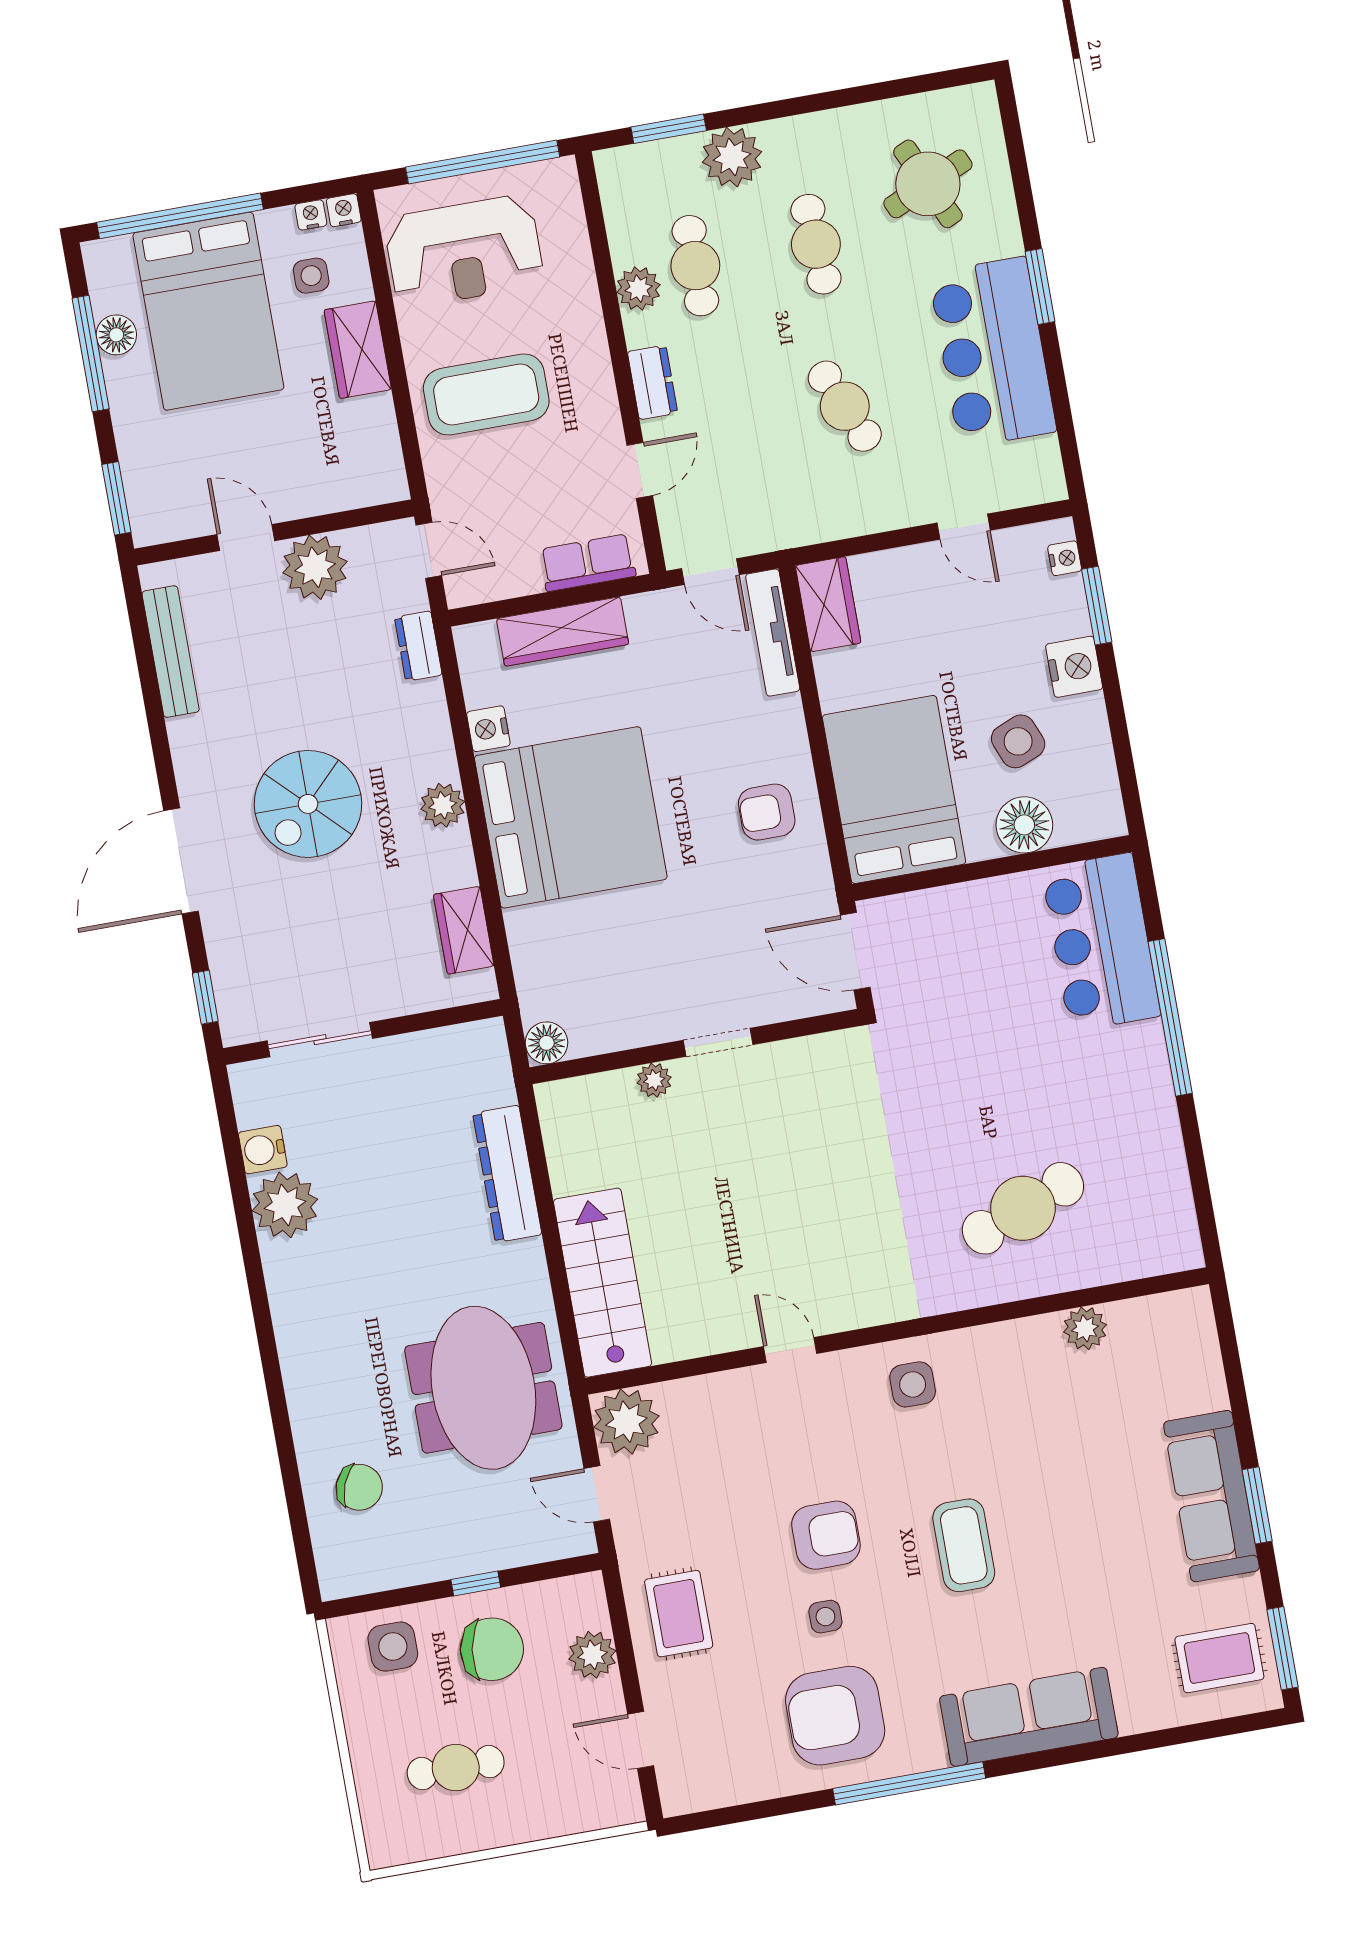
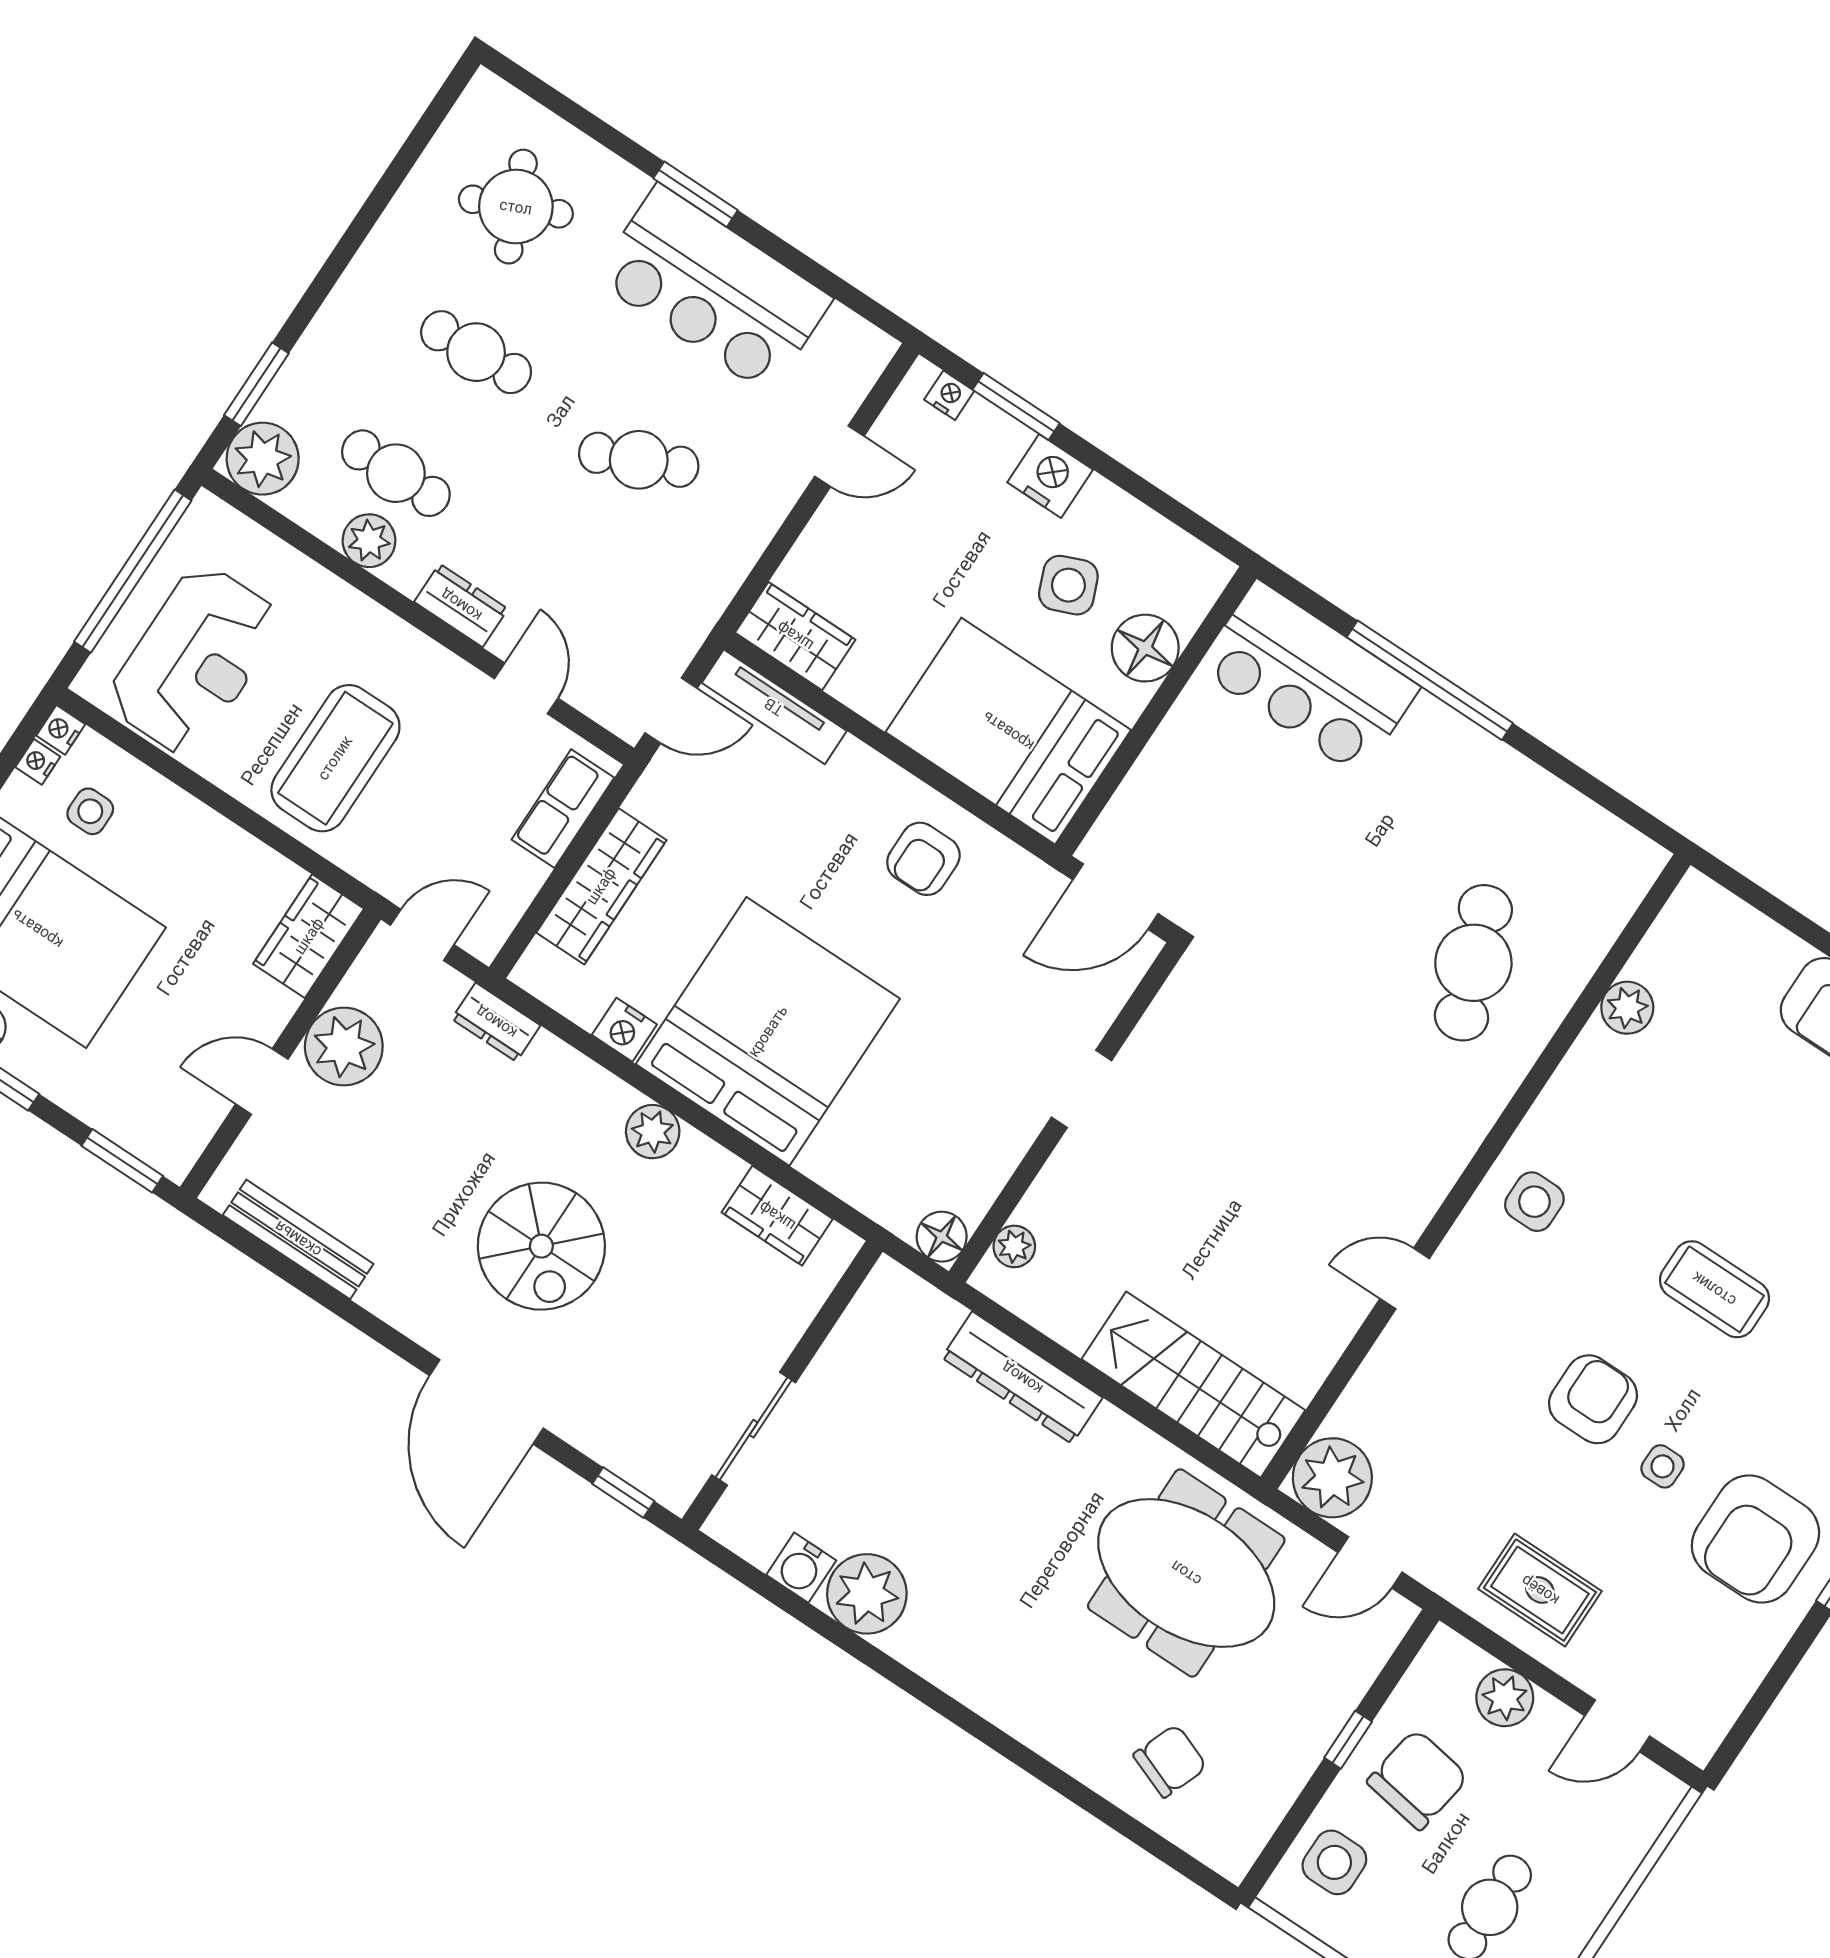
plant: (732, 157) -> (263, 459), moved
wardrobe: (358, 350) -> (309, 936), moved, turned 90
plant: (654, 1080) -> (1014, 1246), moved

